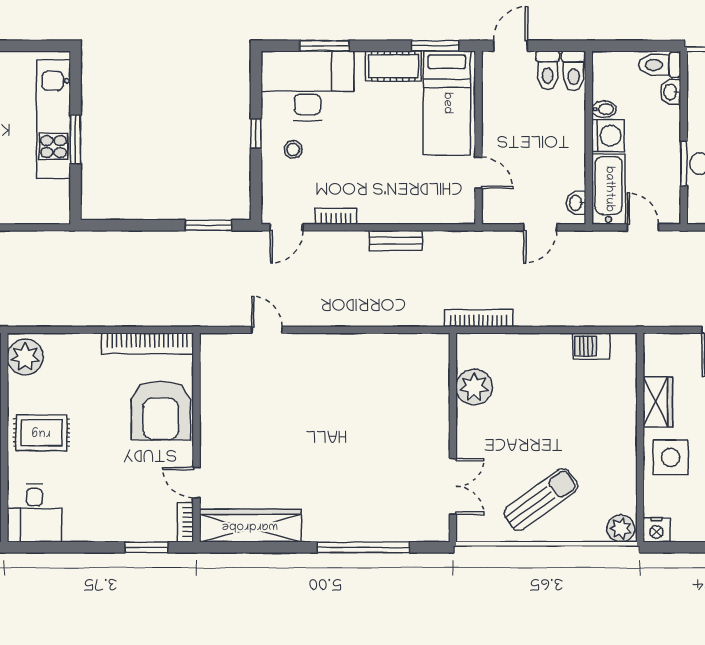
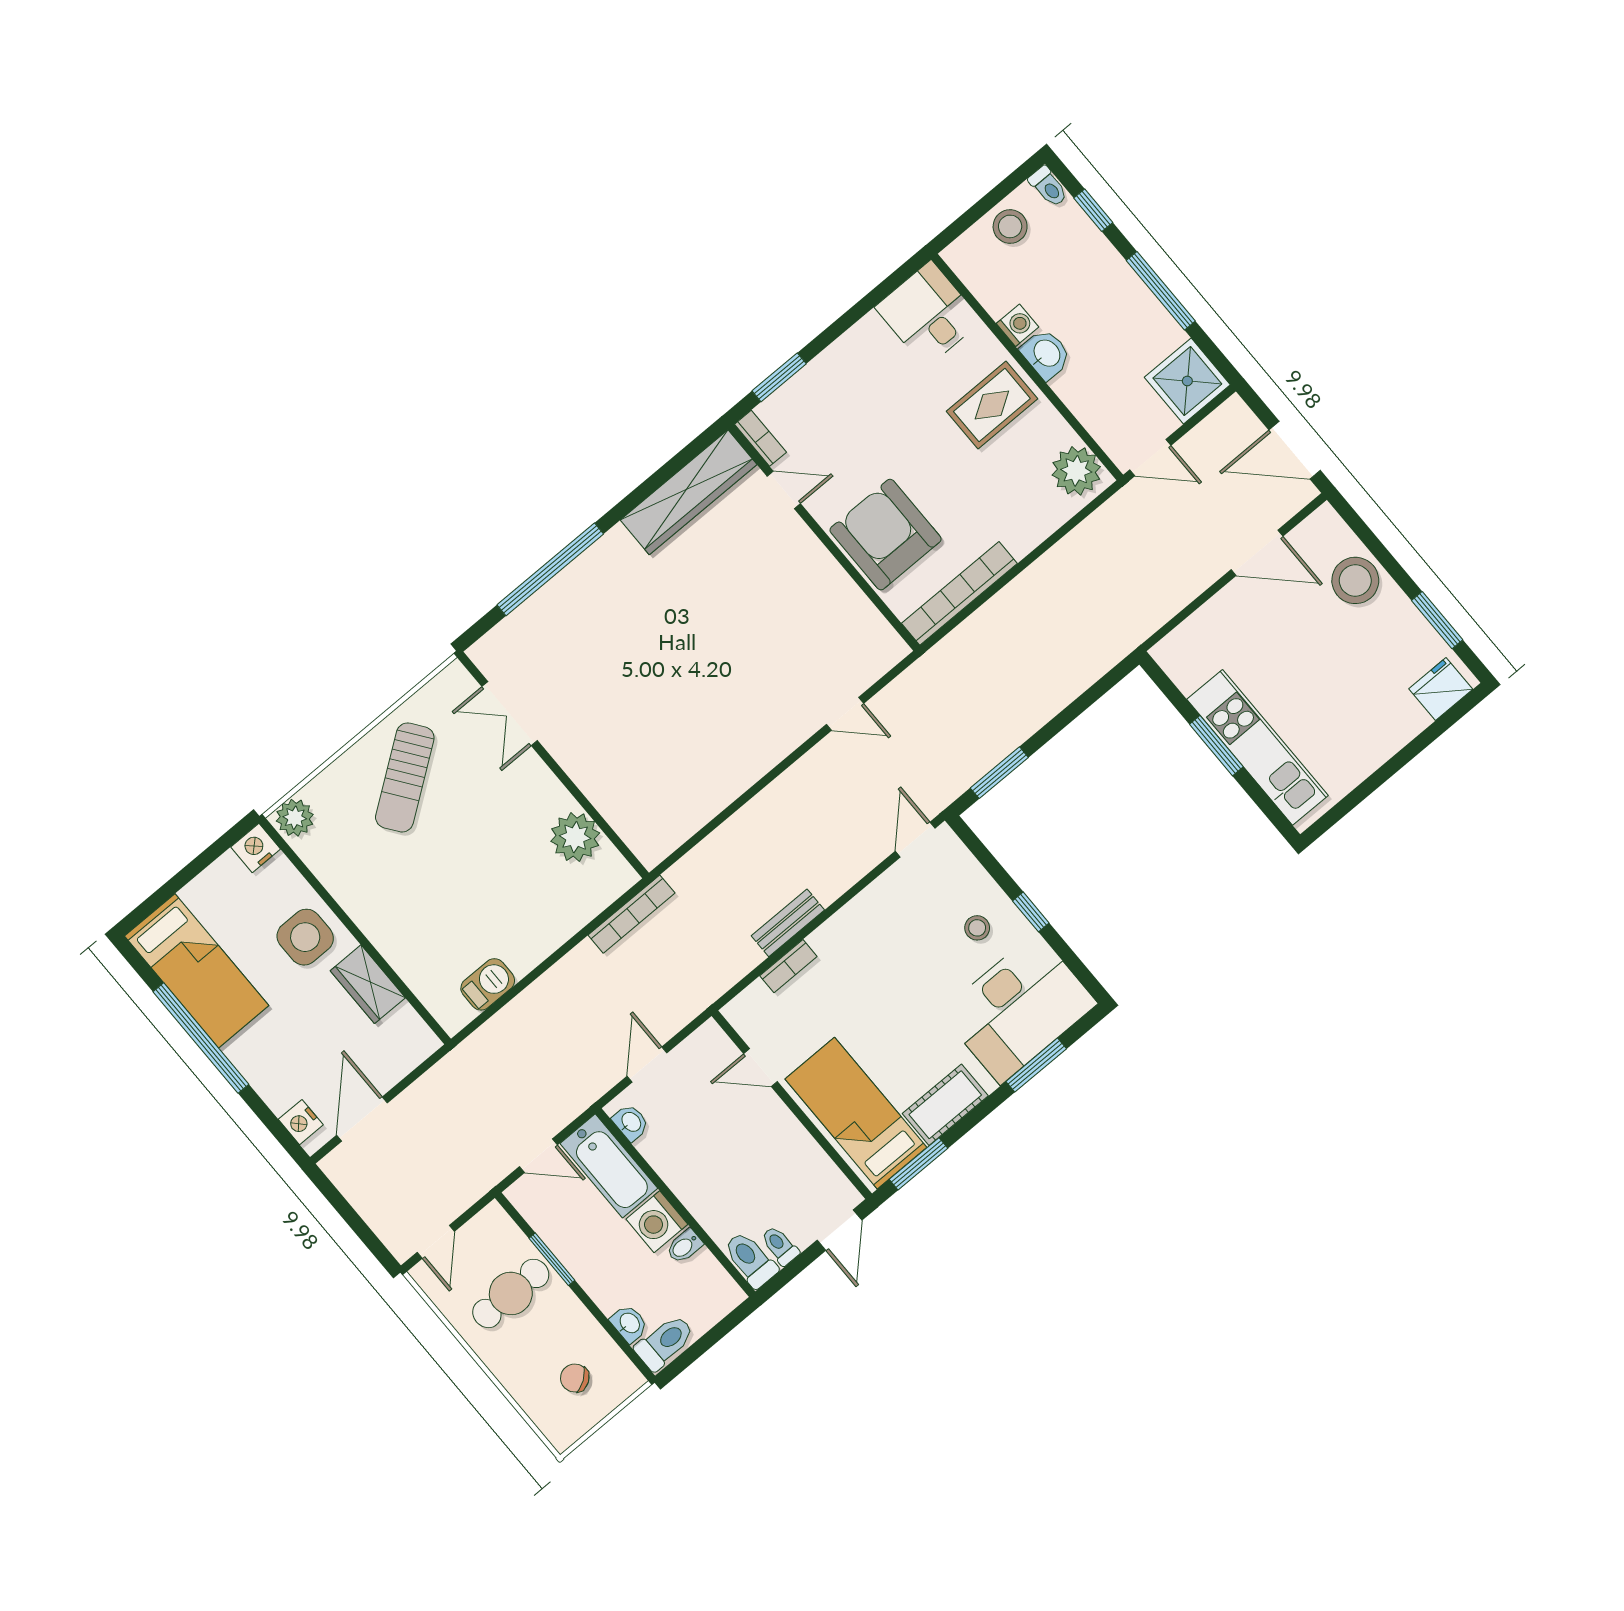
toilet: (548, 70) -> (780, 1246), width x0.73, depth x0.72
bookcase: (336, 216) -> (788, 966), moved

